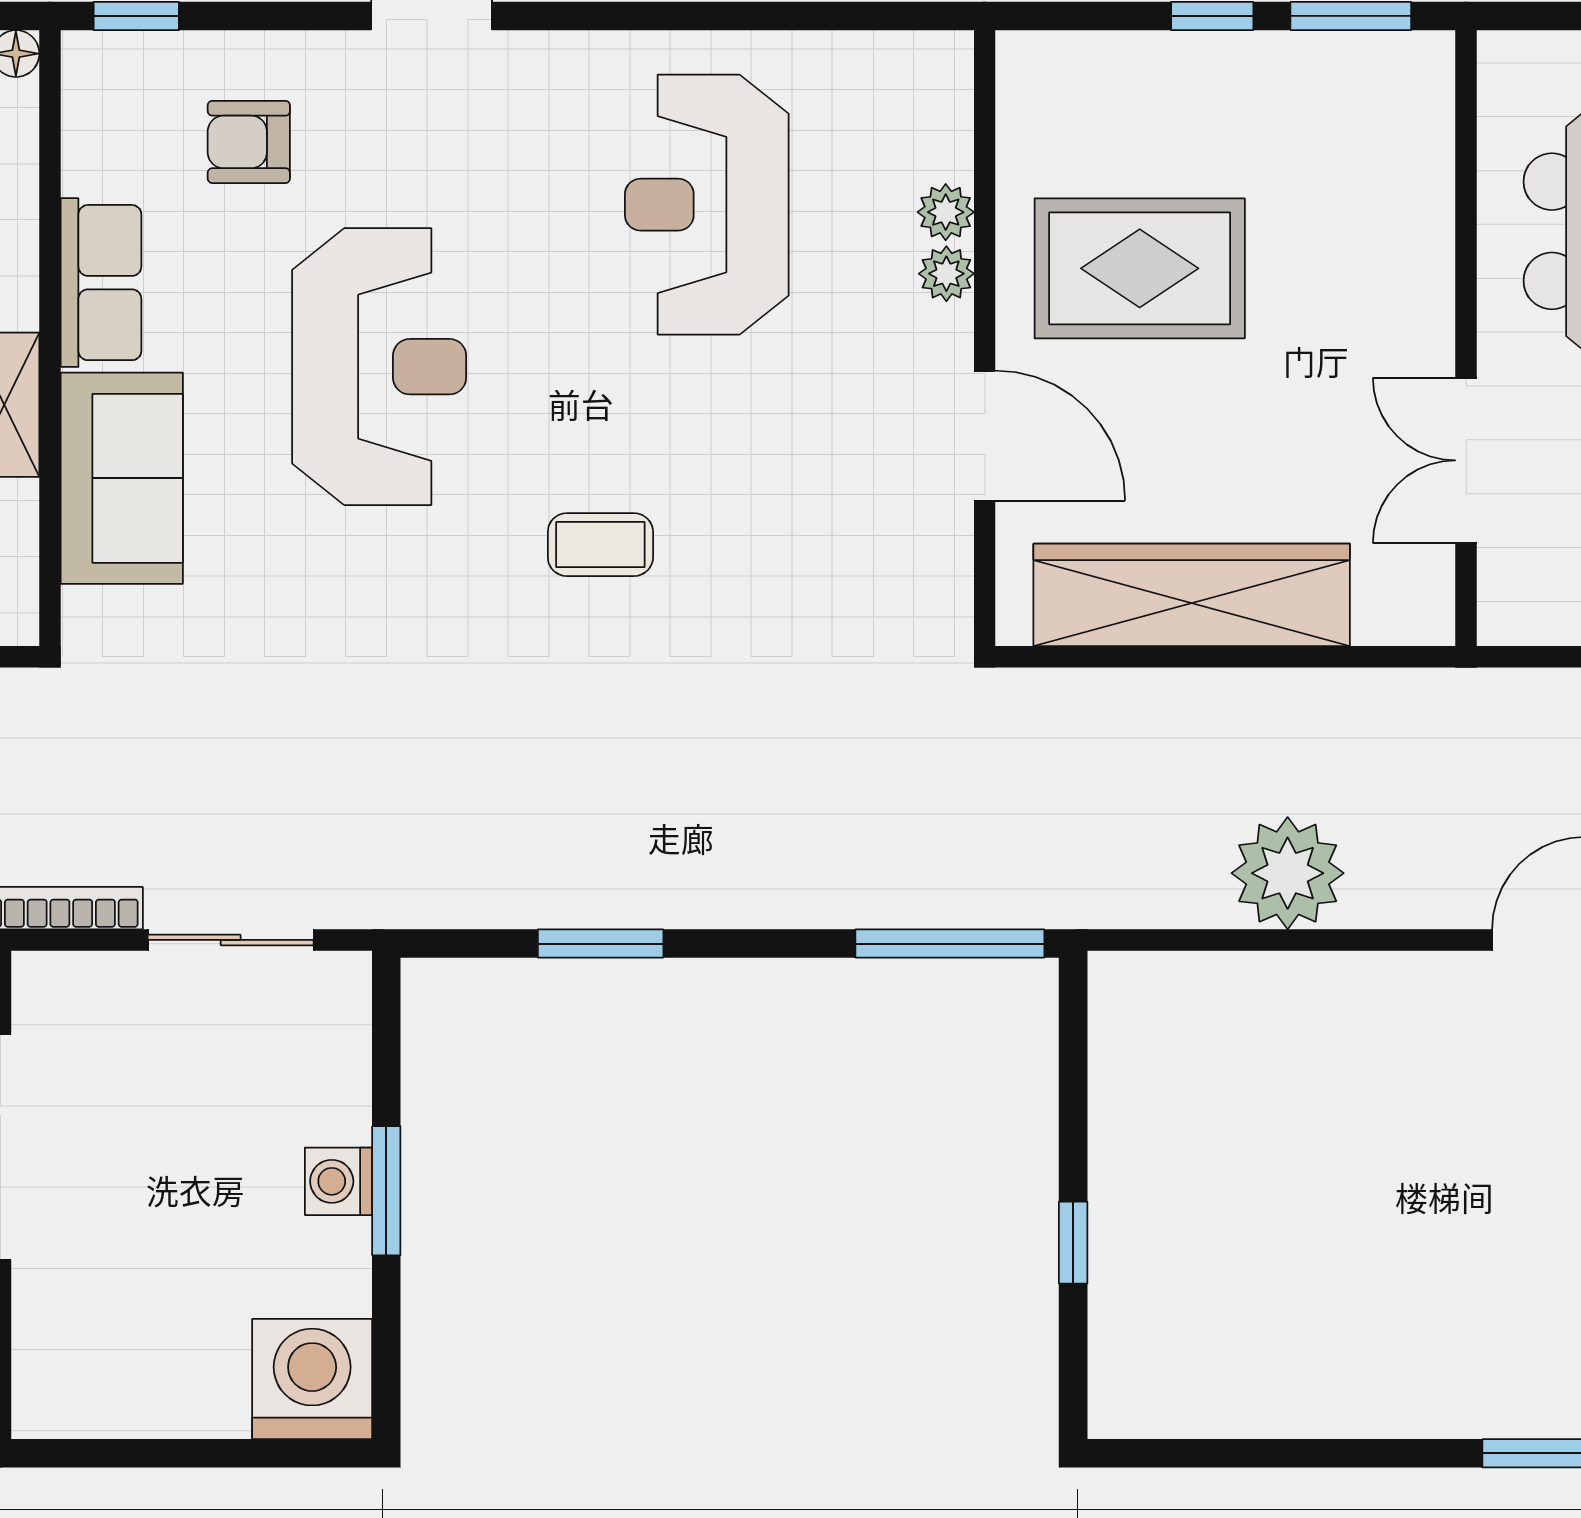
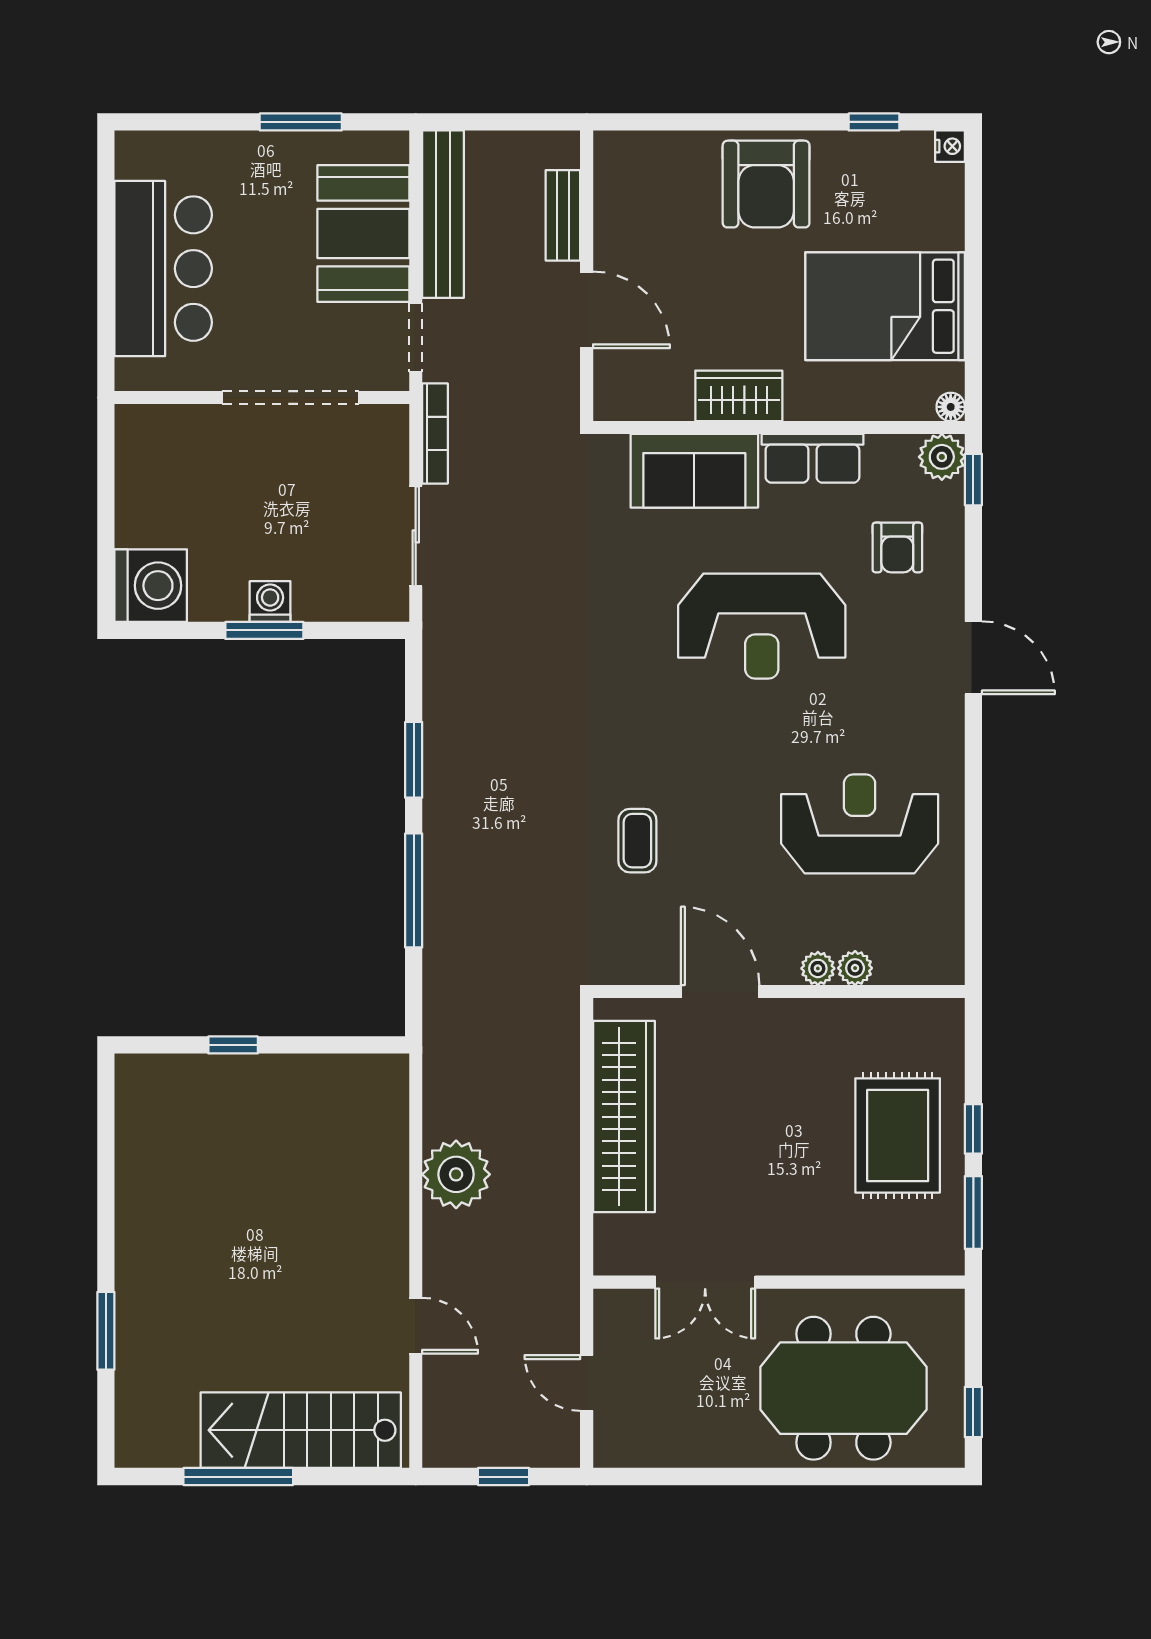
plant: (99, 68) -> (942, 457), added
armchair: (249, 142) -> (897, 547), turned 180
rug: (1140, 268) -> (898, 1135), moved
door: (985, 436) -> (720, 992), swing flipped
double door: (1466, 460) -> (705, 1282), swing flipped
coffee table: (600, 545) -> (637, 841), moved
window: (950, 944) -> (414, 890), moved

